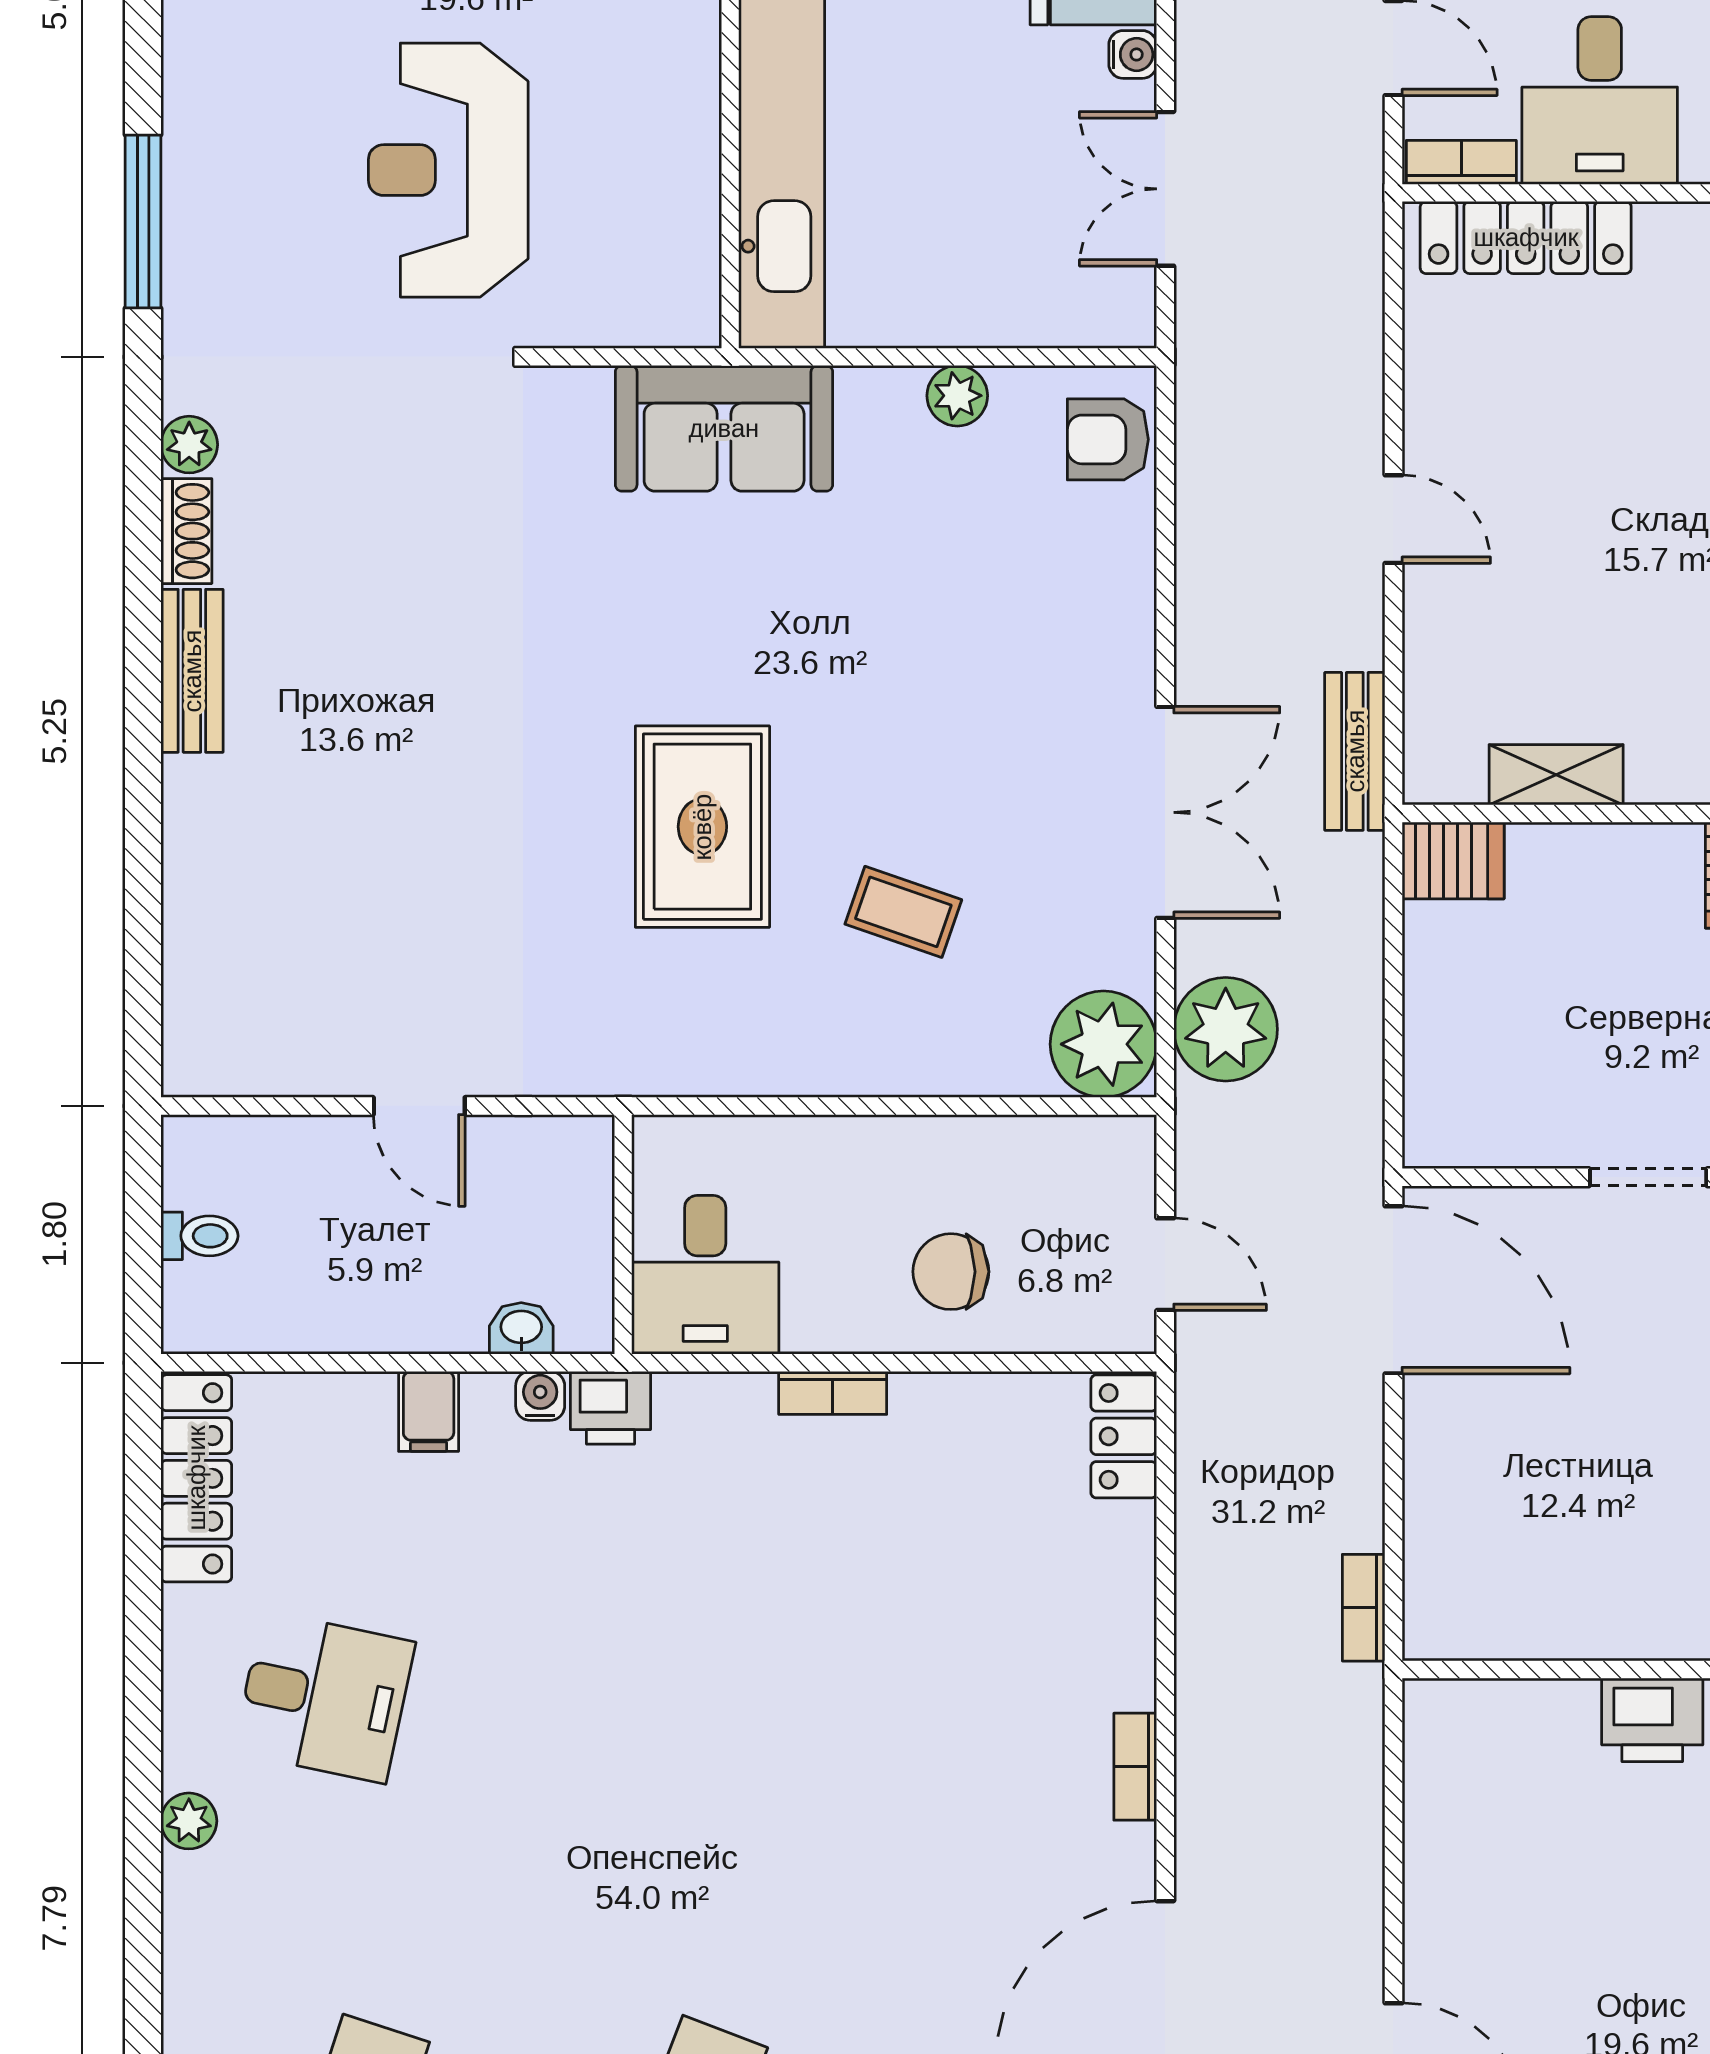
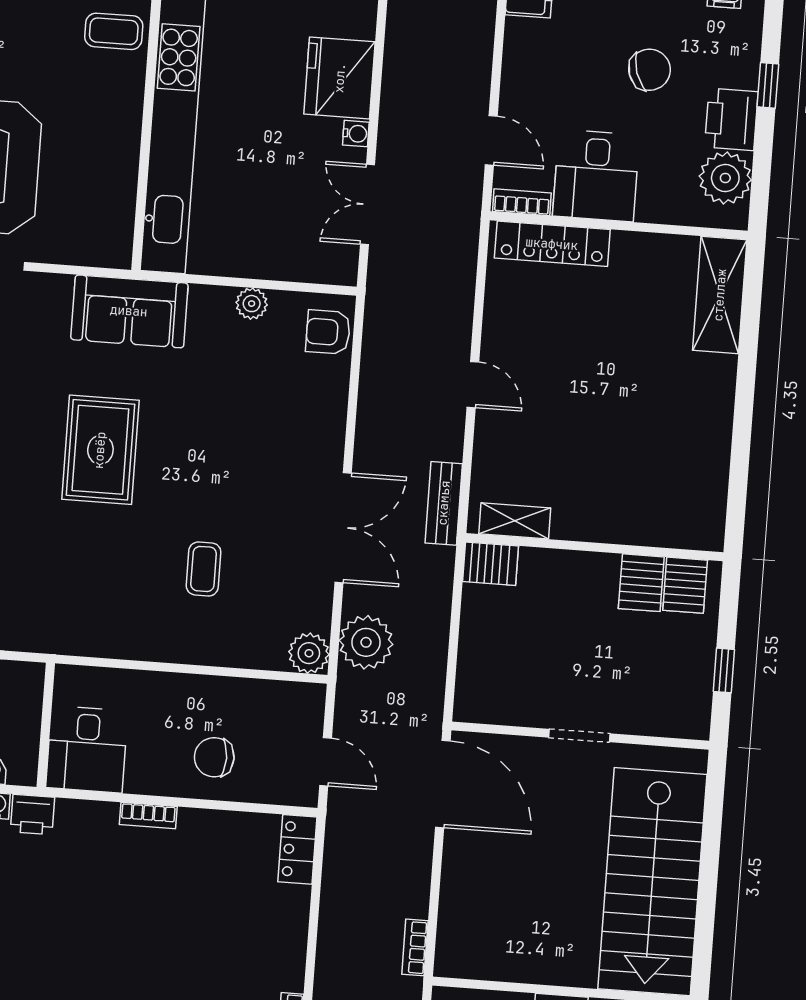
shelving: (1556, 775) -> (515, 521), moved
rug: (702, 827) -> (100, 450), moved
coffee table: (903, 912) -> (204, 569), turned 71
plant: (1103, 1044) -> (309, 653), width x0.73, depth x0.73

